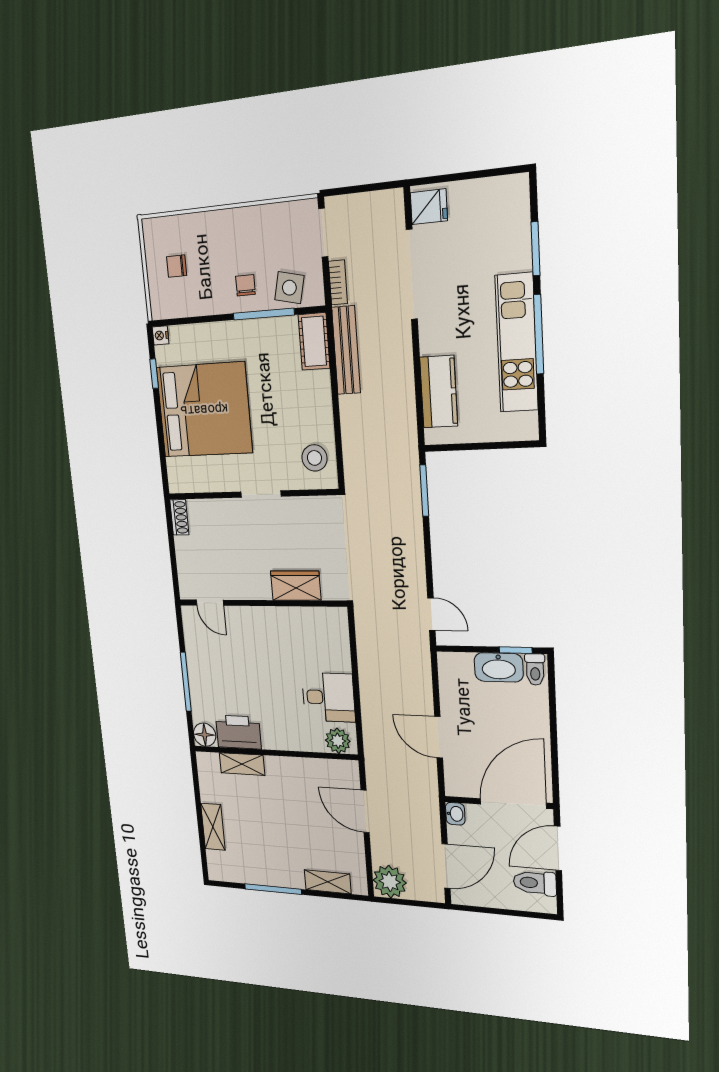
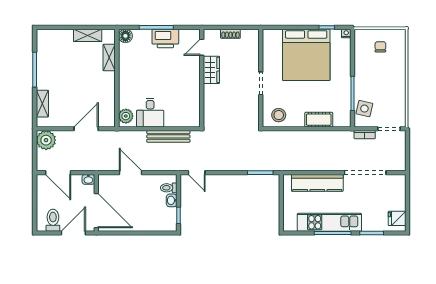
fridge: (429, 207) -> (397, 218), moved, turned 90
chair: (245, 285) -> (368, 85), removed
cot: (314, 341) -> (319, 120), moved
bench: (346, 350) -> (168, 136), moved
kitchen counter: (439, 392) -> (317, 183), width x1.50
shoe rack: (179, 517) -> (230, 34), moved
wardrobe: (296, 586) -> (211, 70), moved
door: (431, 614) -> (197, 173), hinge flipped
washbasin: (499, 667) -> (172, 200), width x0.52, depth x0.69
toilet: (535, 670) -> (169, 188), moved
printer: (238, 732) -> (165, 38), moved, turned 90
door: (439, 737) -> (130, 173), hinge flipped
shelving: (213, 827) -> (88, 35), moved
door: (558, 848) -> (73, 233), hinge flipped

